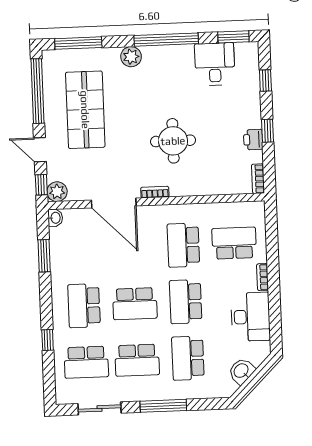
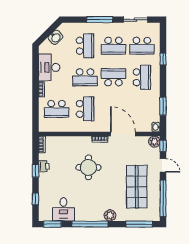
school desk: (186, 302) -> (85, 77), turned 90
school desk: (137, 360) -> (113, 46), turned 180
school desk: (86, 362) -> (142, 46), turned 180

